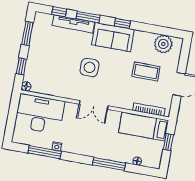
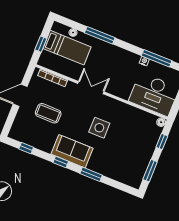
window: (59, 12) -> (26, 148), moved
tv unit: (73, 24) -> (106, 171), removed
plant: (163, 44) -> (27, 135), removed
double door: (94, 105) -> (91, 88), moved
bed: (143, 126) -> (67, 48), moved

